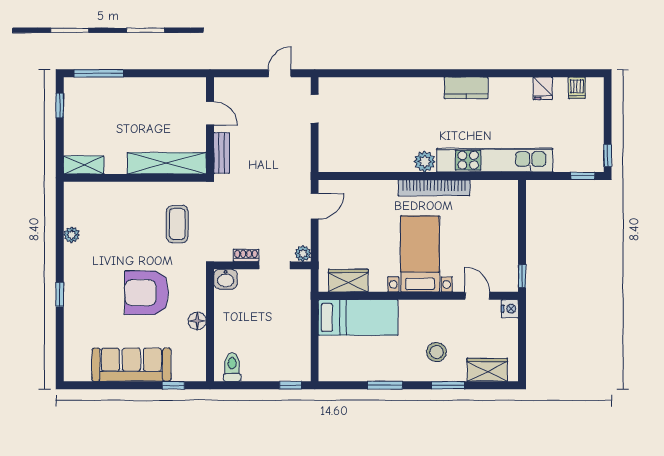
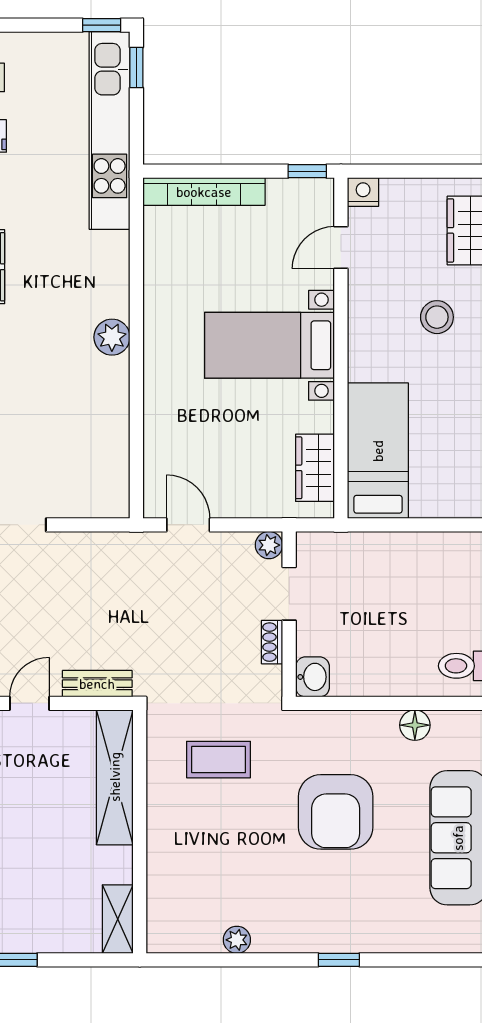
kitchen unit: (495, 160) -> (110, 130), moved
bookcase: (434, 188) -> (204, 192), moved, turned 90
floor lamp: (197, 321) -> (415, 725), moved

